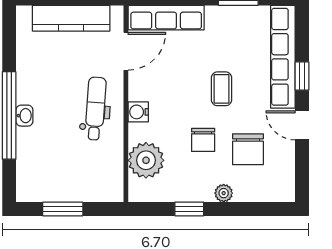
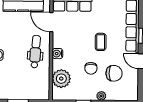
door: (126, 51) -> (51, 22), swing flipped
chair: (248, 149) -> (114, 73), turned -90

